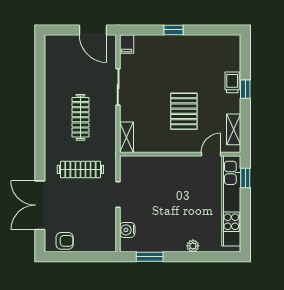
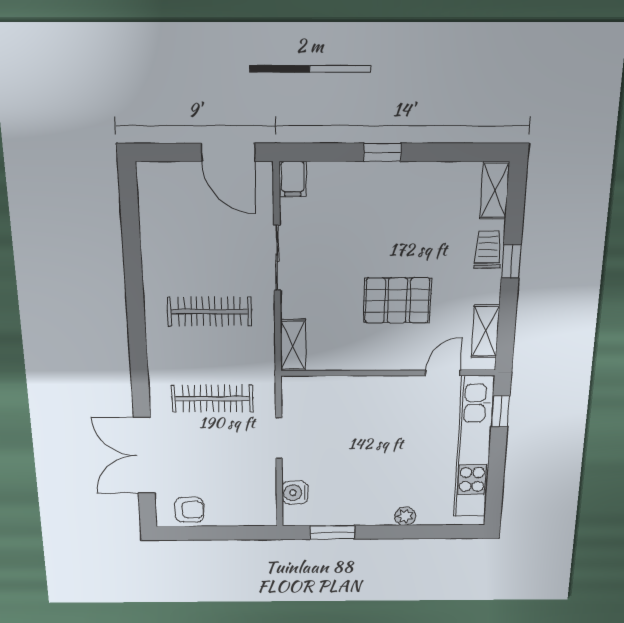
shelving: (234, 50) -> (495, 190), added
pallet: (184, 111) -> (397, 301), turned 90
clothes rail: (80, 117) -> (209, 312), turned 90

